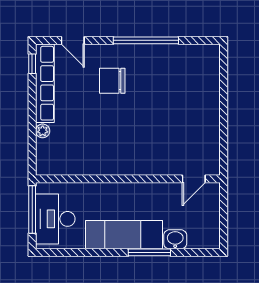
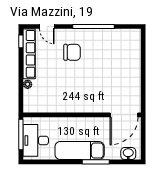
chair: (112, 81) -> (72, 52), turned 180
door: (194, 179) -> (124, 115), width x1.88
washbasin: (175, 239) -> (128, 154), moved

